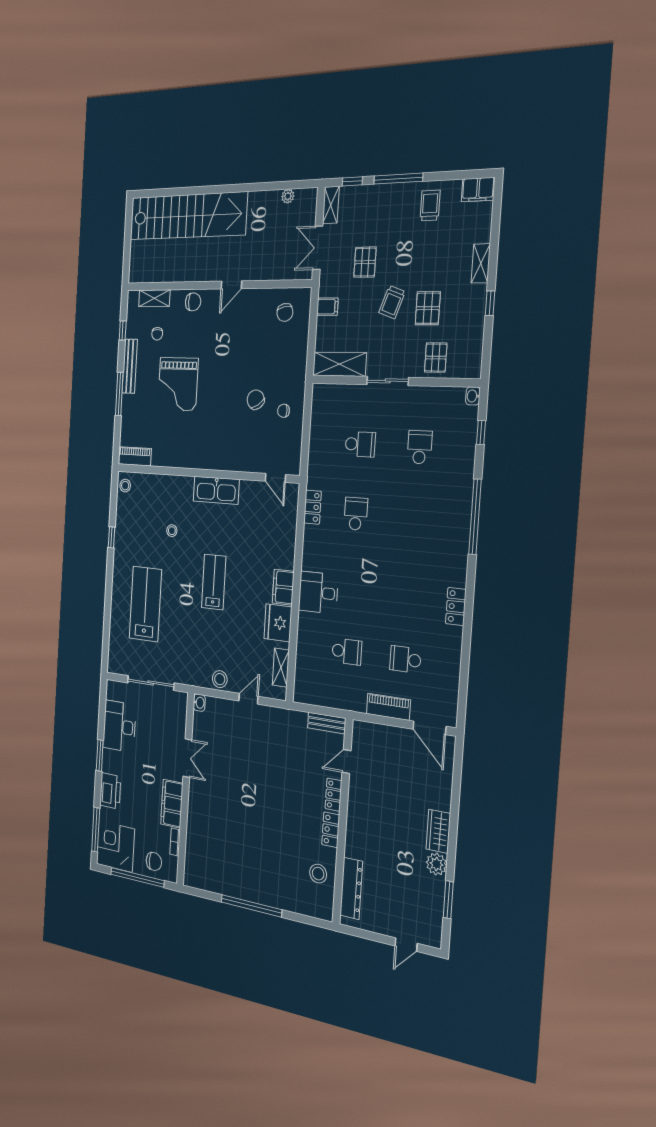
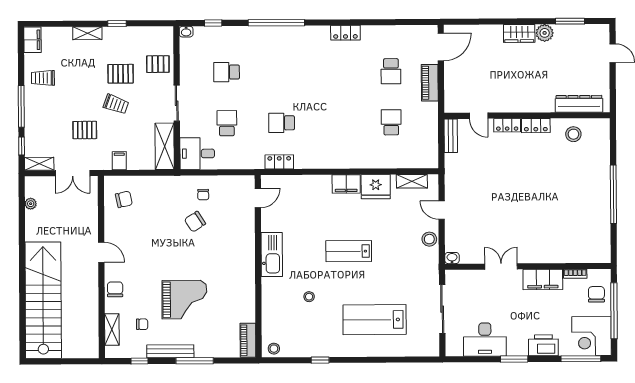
desk: (318, 593) -> (197, 154), moved, turned 90

